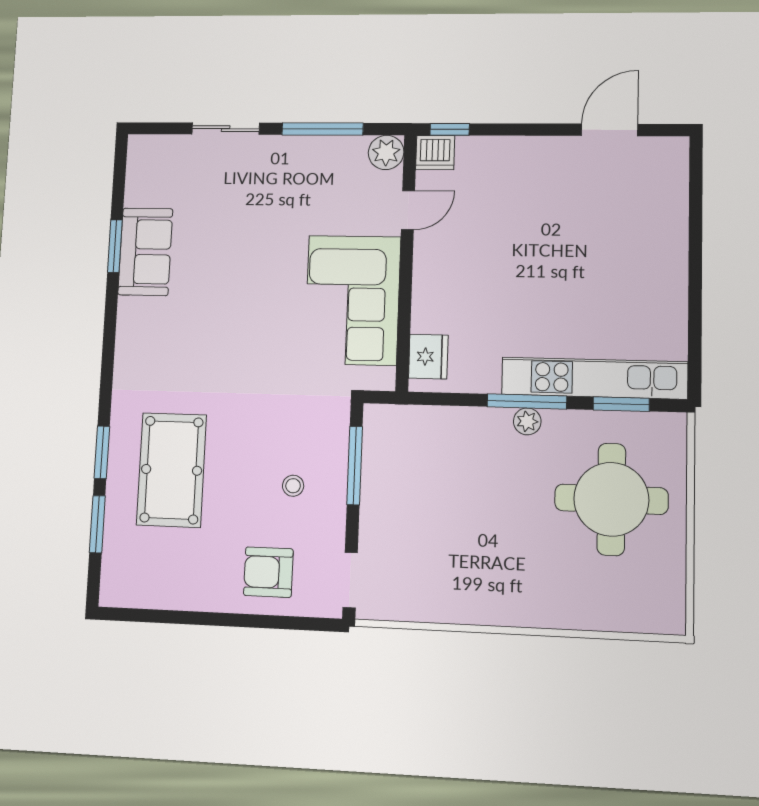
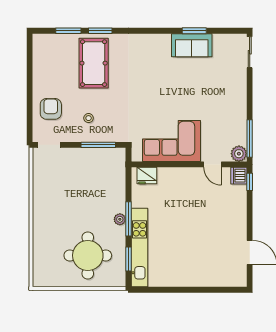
sliding door: (226, 129) -> (250, 52), moved
window: (322, 129) -> (250, 138), moved
pool table: (172, 470) -> (94, 63), turned 90

